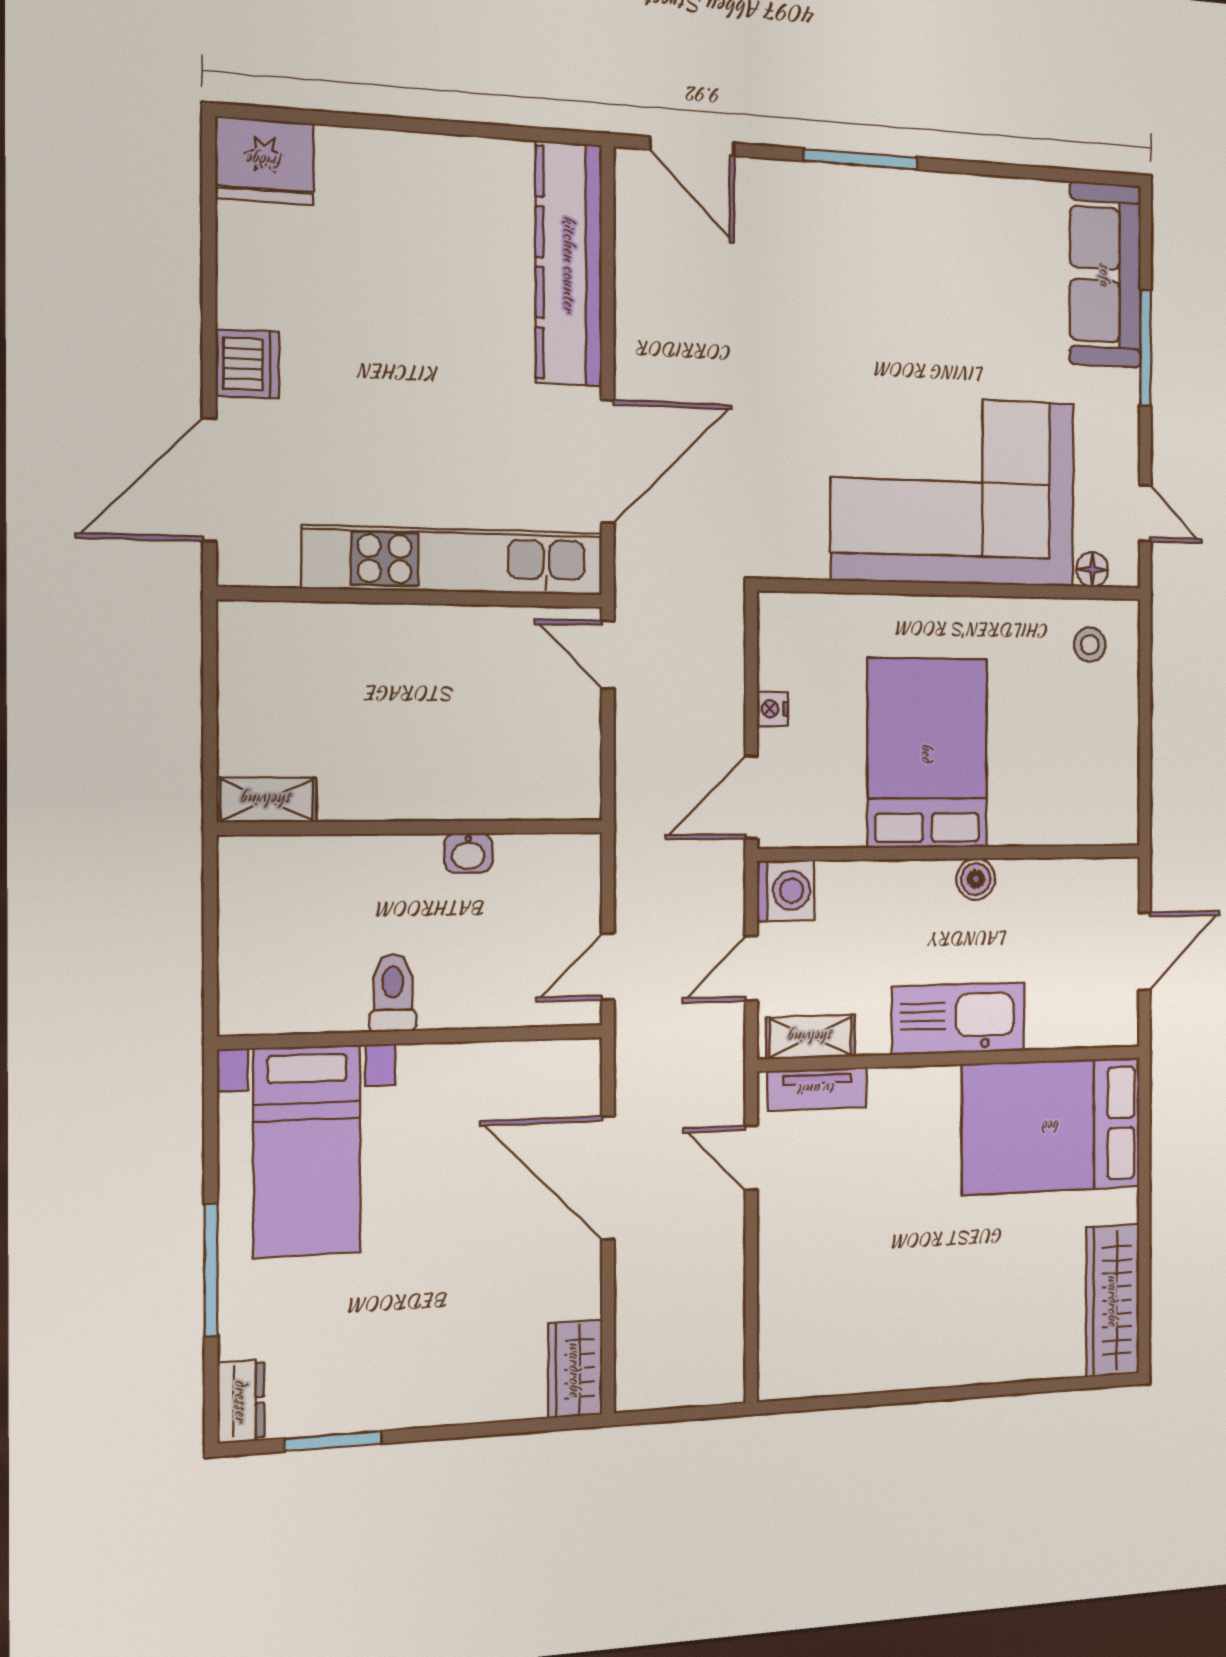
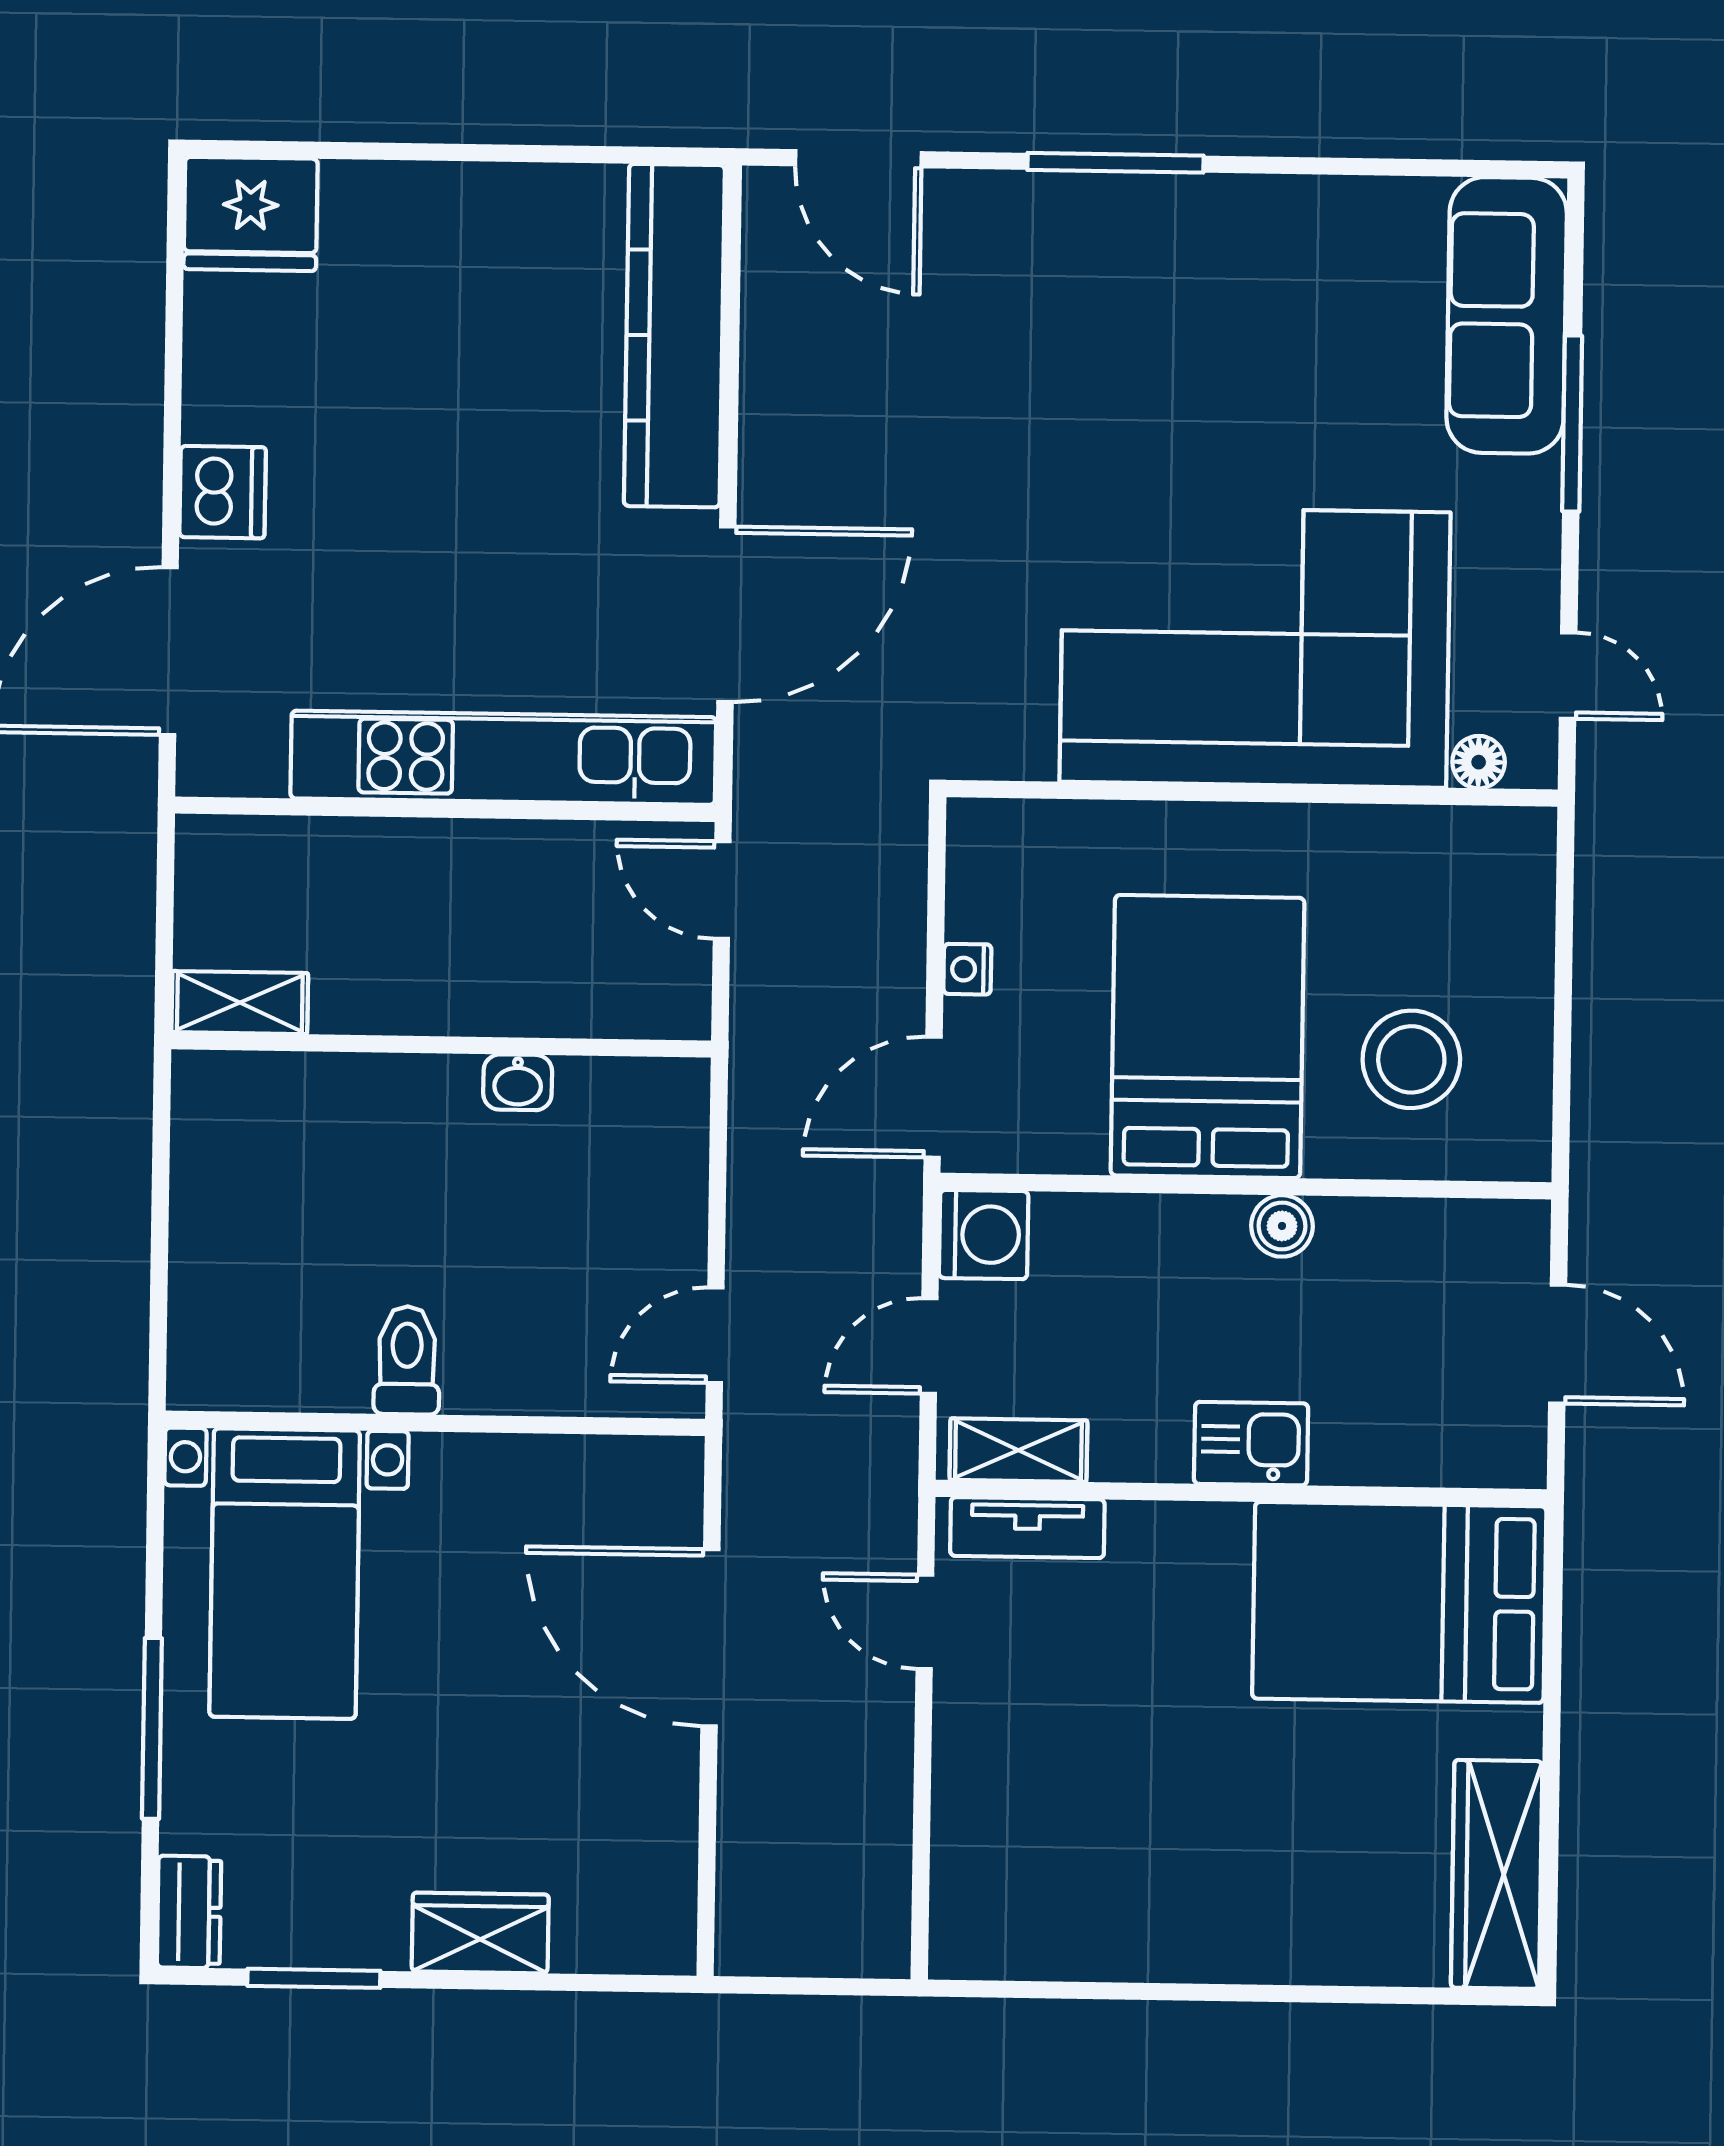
stool: (1090, 645) -> (1411, 1059), moved, width x1.89, depth x1.89
shelving: (267, 800) -> (240, 1003), moved
wall: (414, 827) -> (441, 1045), moved
washbasin: (468, 853) -> (518, 1082), moved
door: (1145, 951) -> (1558, 1344), hinge flipped
kitchen sink: (958, 1019) -> (1251, 1444), width x0.53, depth x0.81
wardrobe: (575, 1369) -> (480, 1933), moved, turned 90

